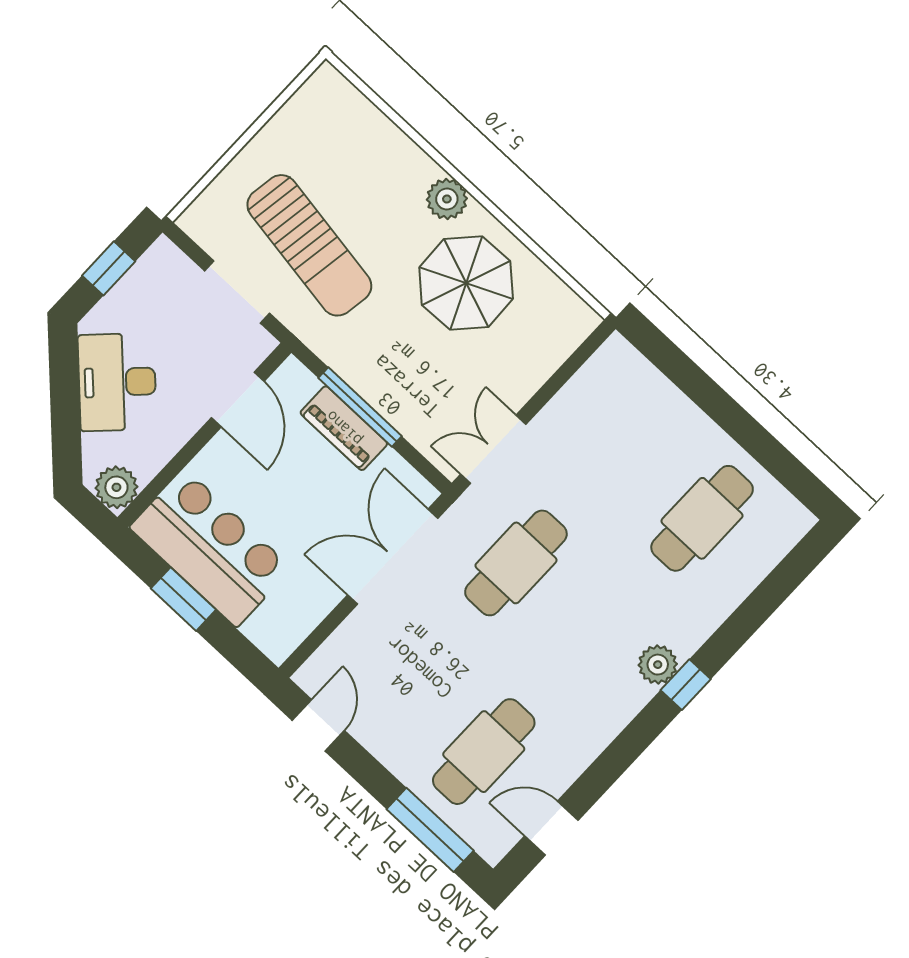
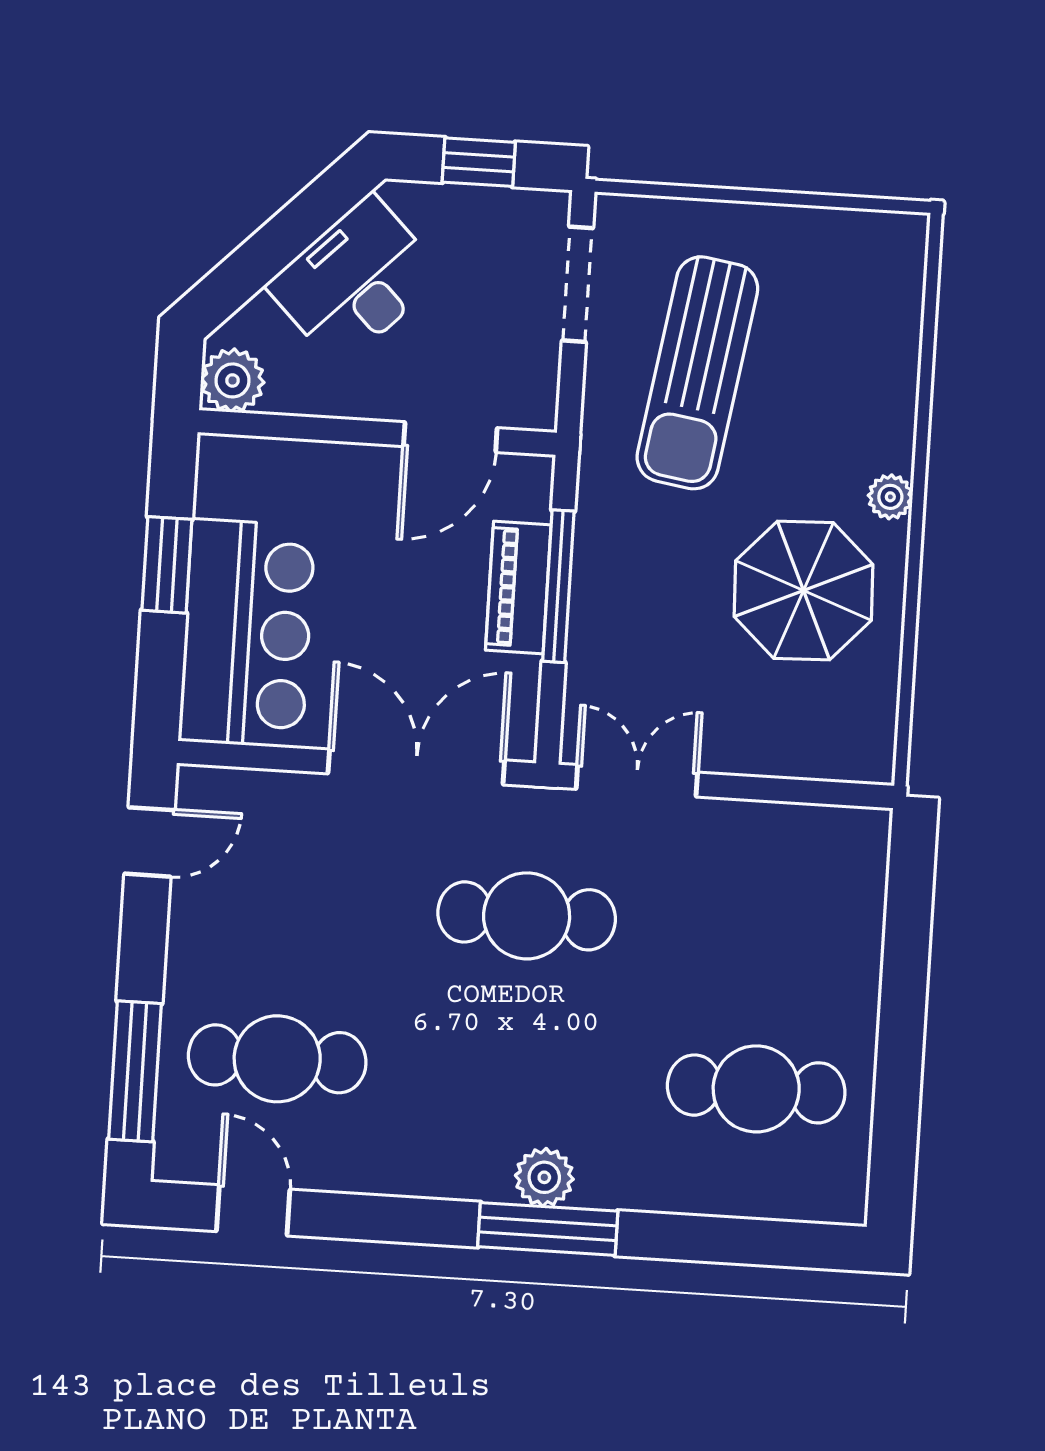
plant: (447, 199) -> (890, 497), width x0.73, depth x0.73
doorway: (237, 292) -> (577, 284), moved
bar counter: (211, 548) -> (247, 634), moved
window: (686, 685) -> (548, 1229), width x2.17

